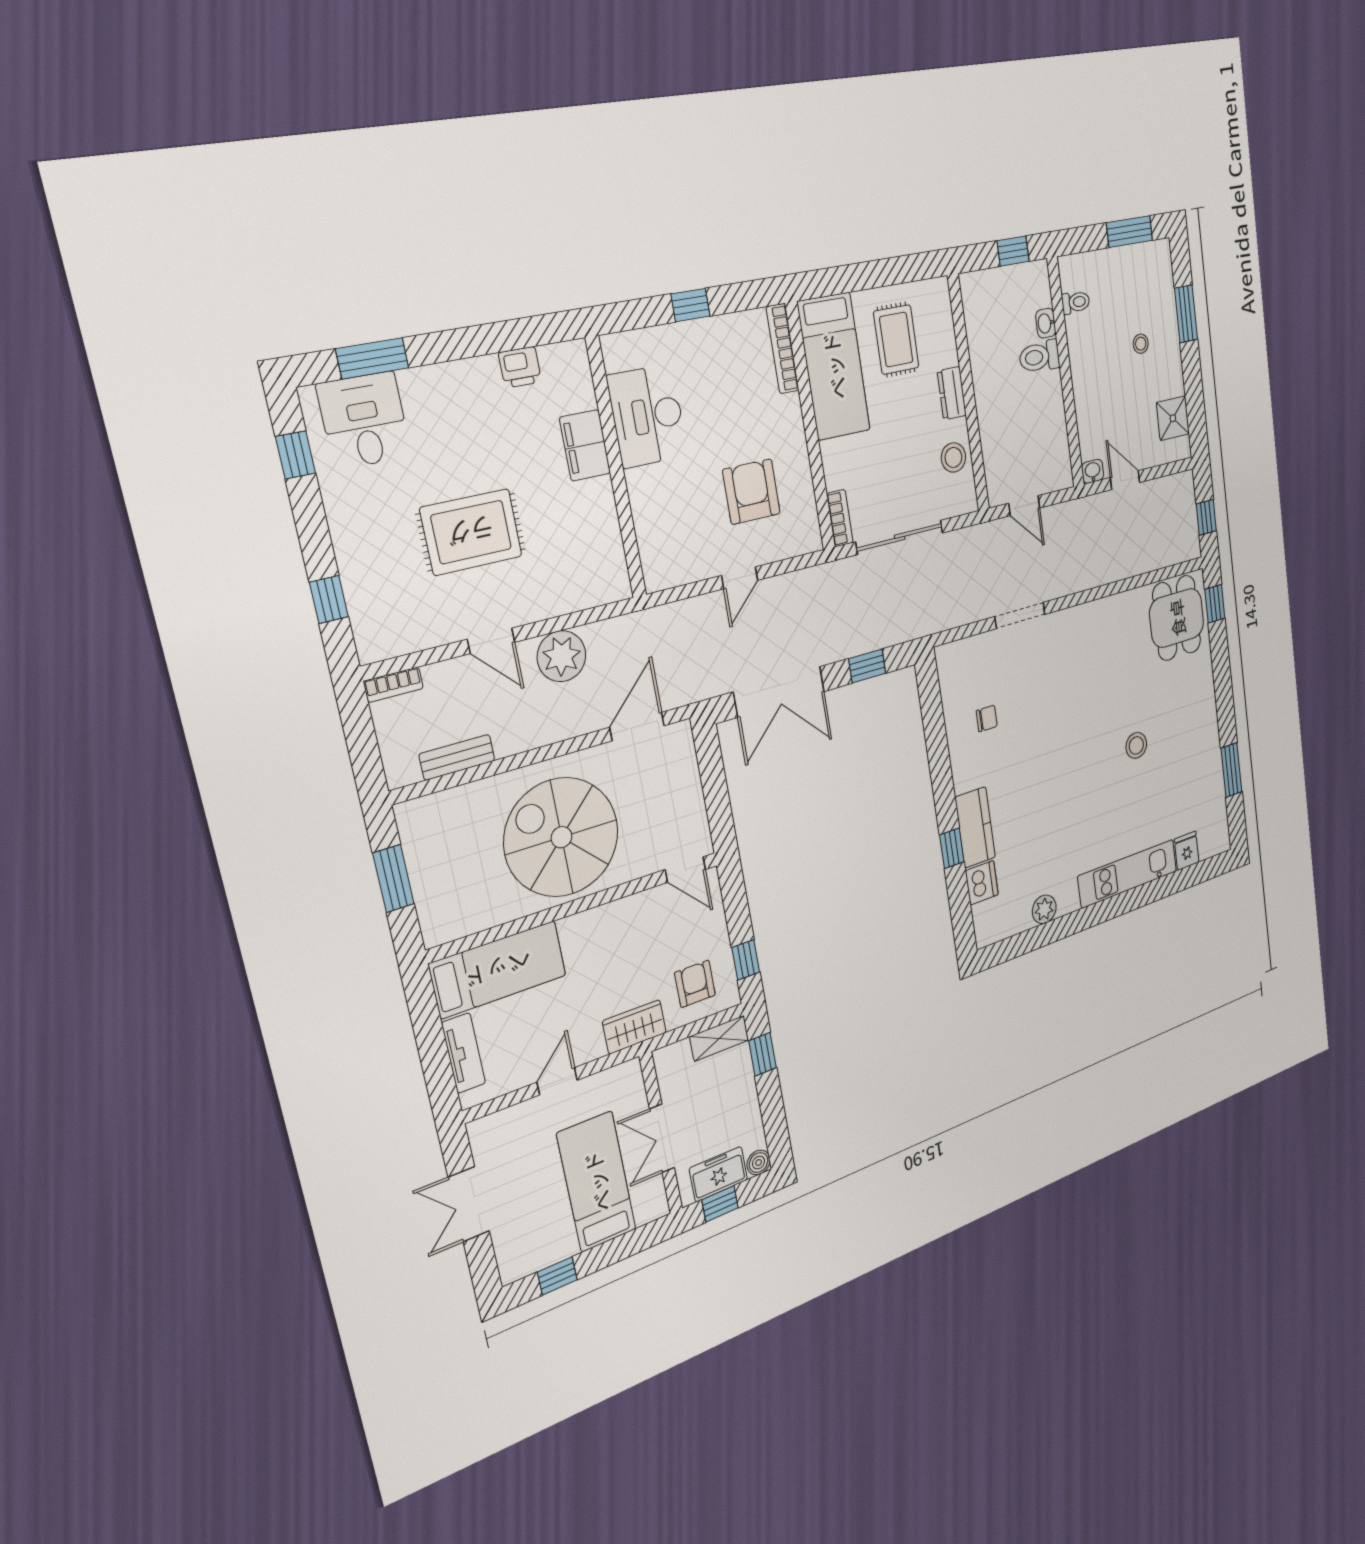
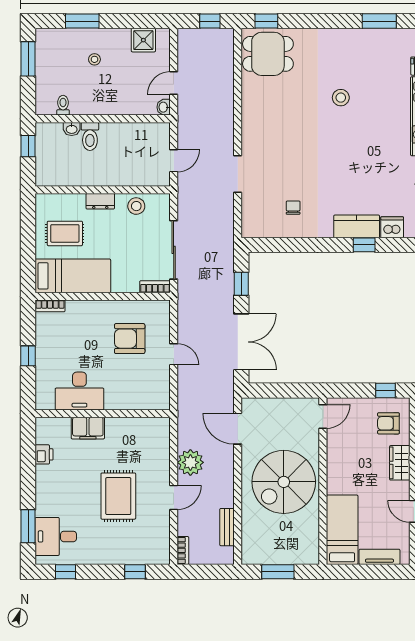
bookcase: (783, 349) -> (50, 306), width x0.64

